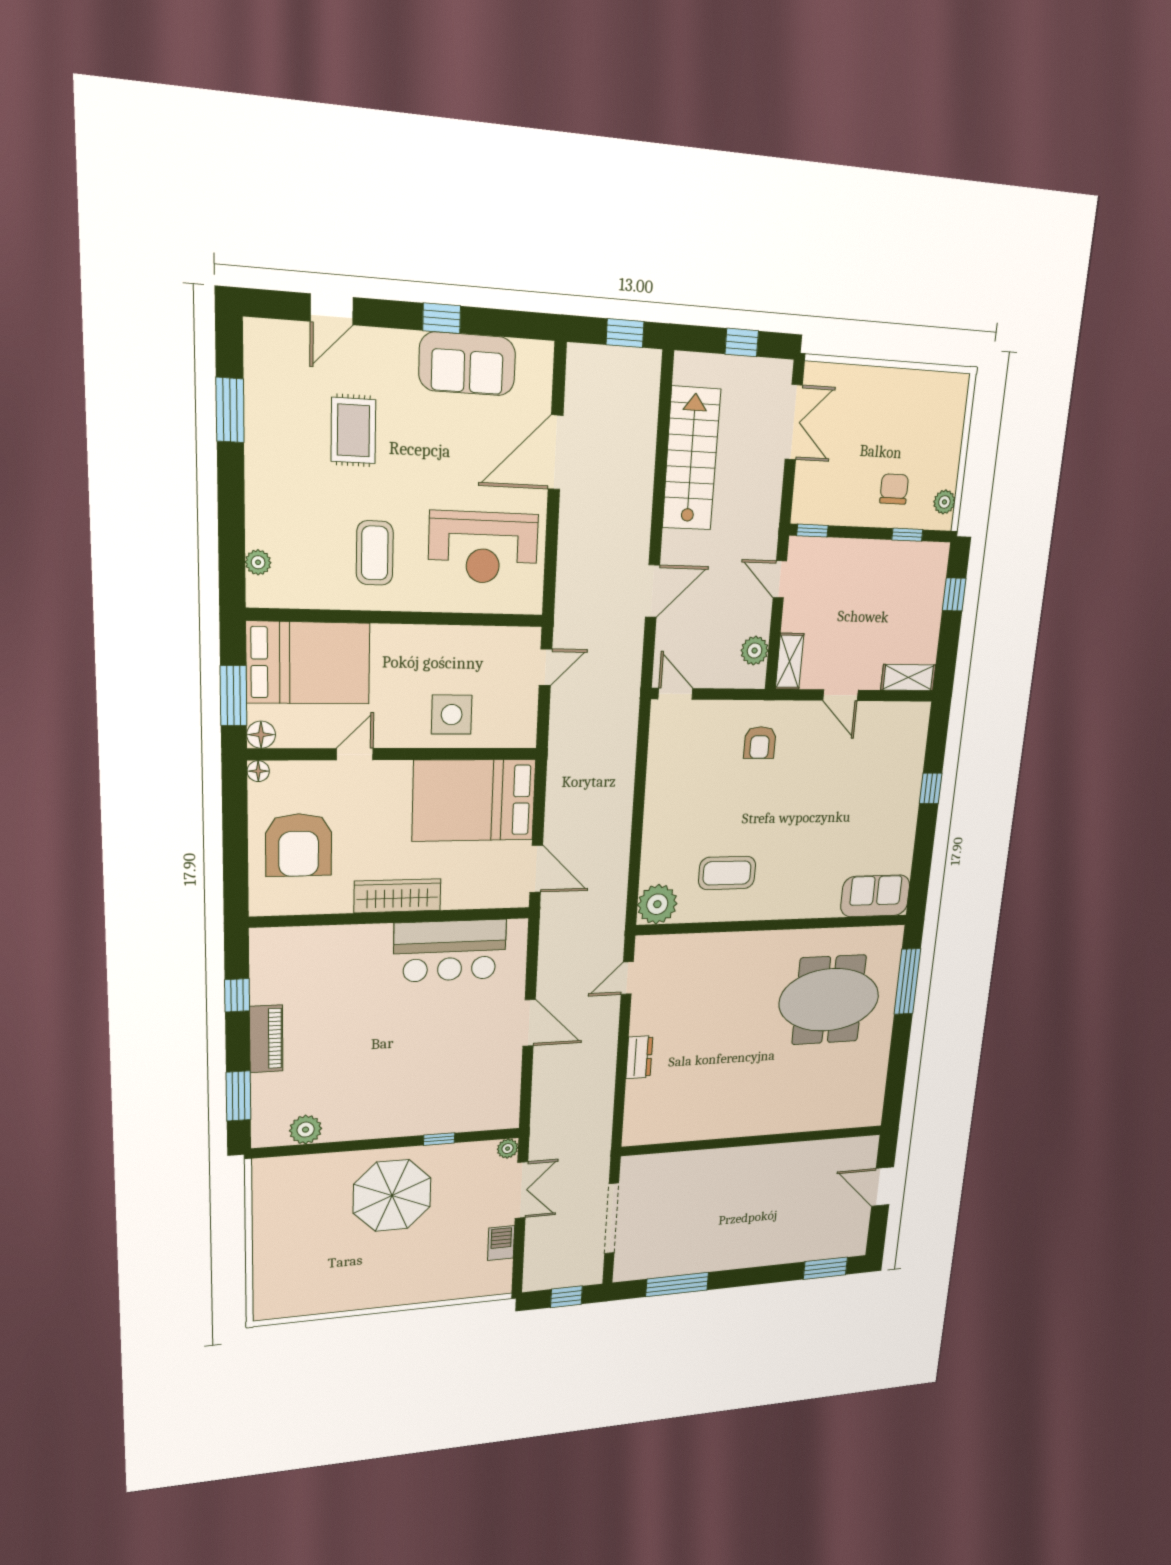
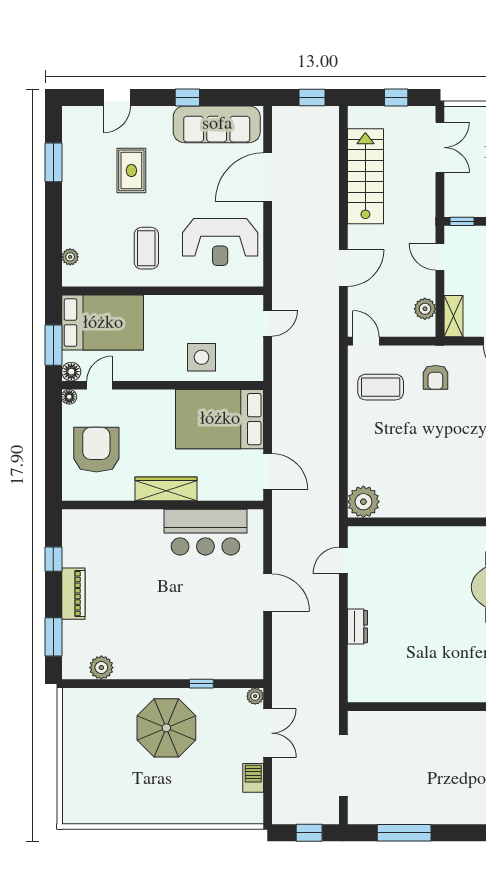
sofa: (467, 364) -> (217, 124), width x1.36
door: (355, 754) -> (99, 385), moved
armchair: (299, 845) -> (96, 450), turned 180
coffee table: (727, 873) -> (381, 387), moved

